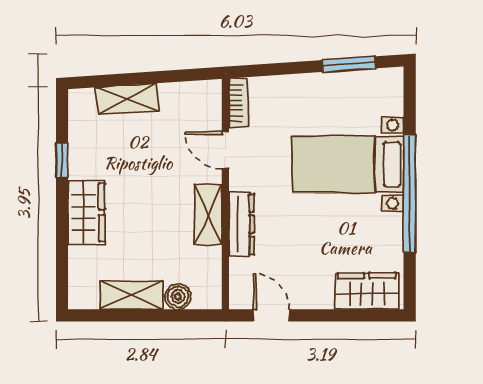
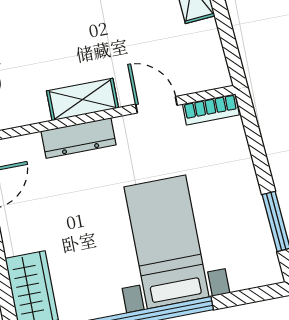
door: (225, 150) -> (156, 105), hinge flipped

